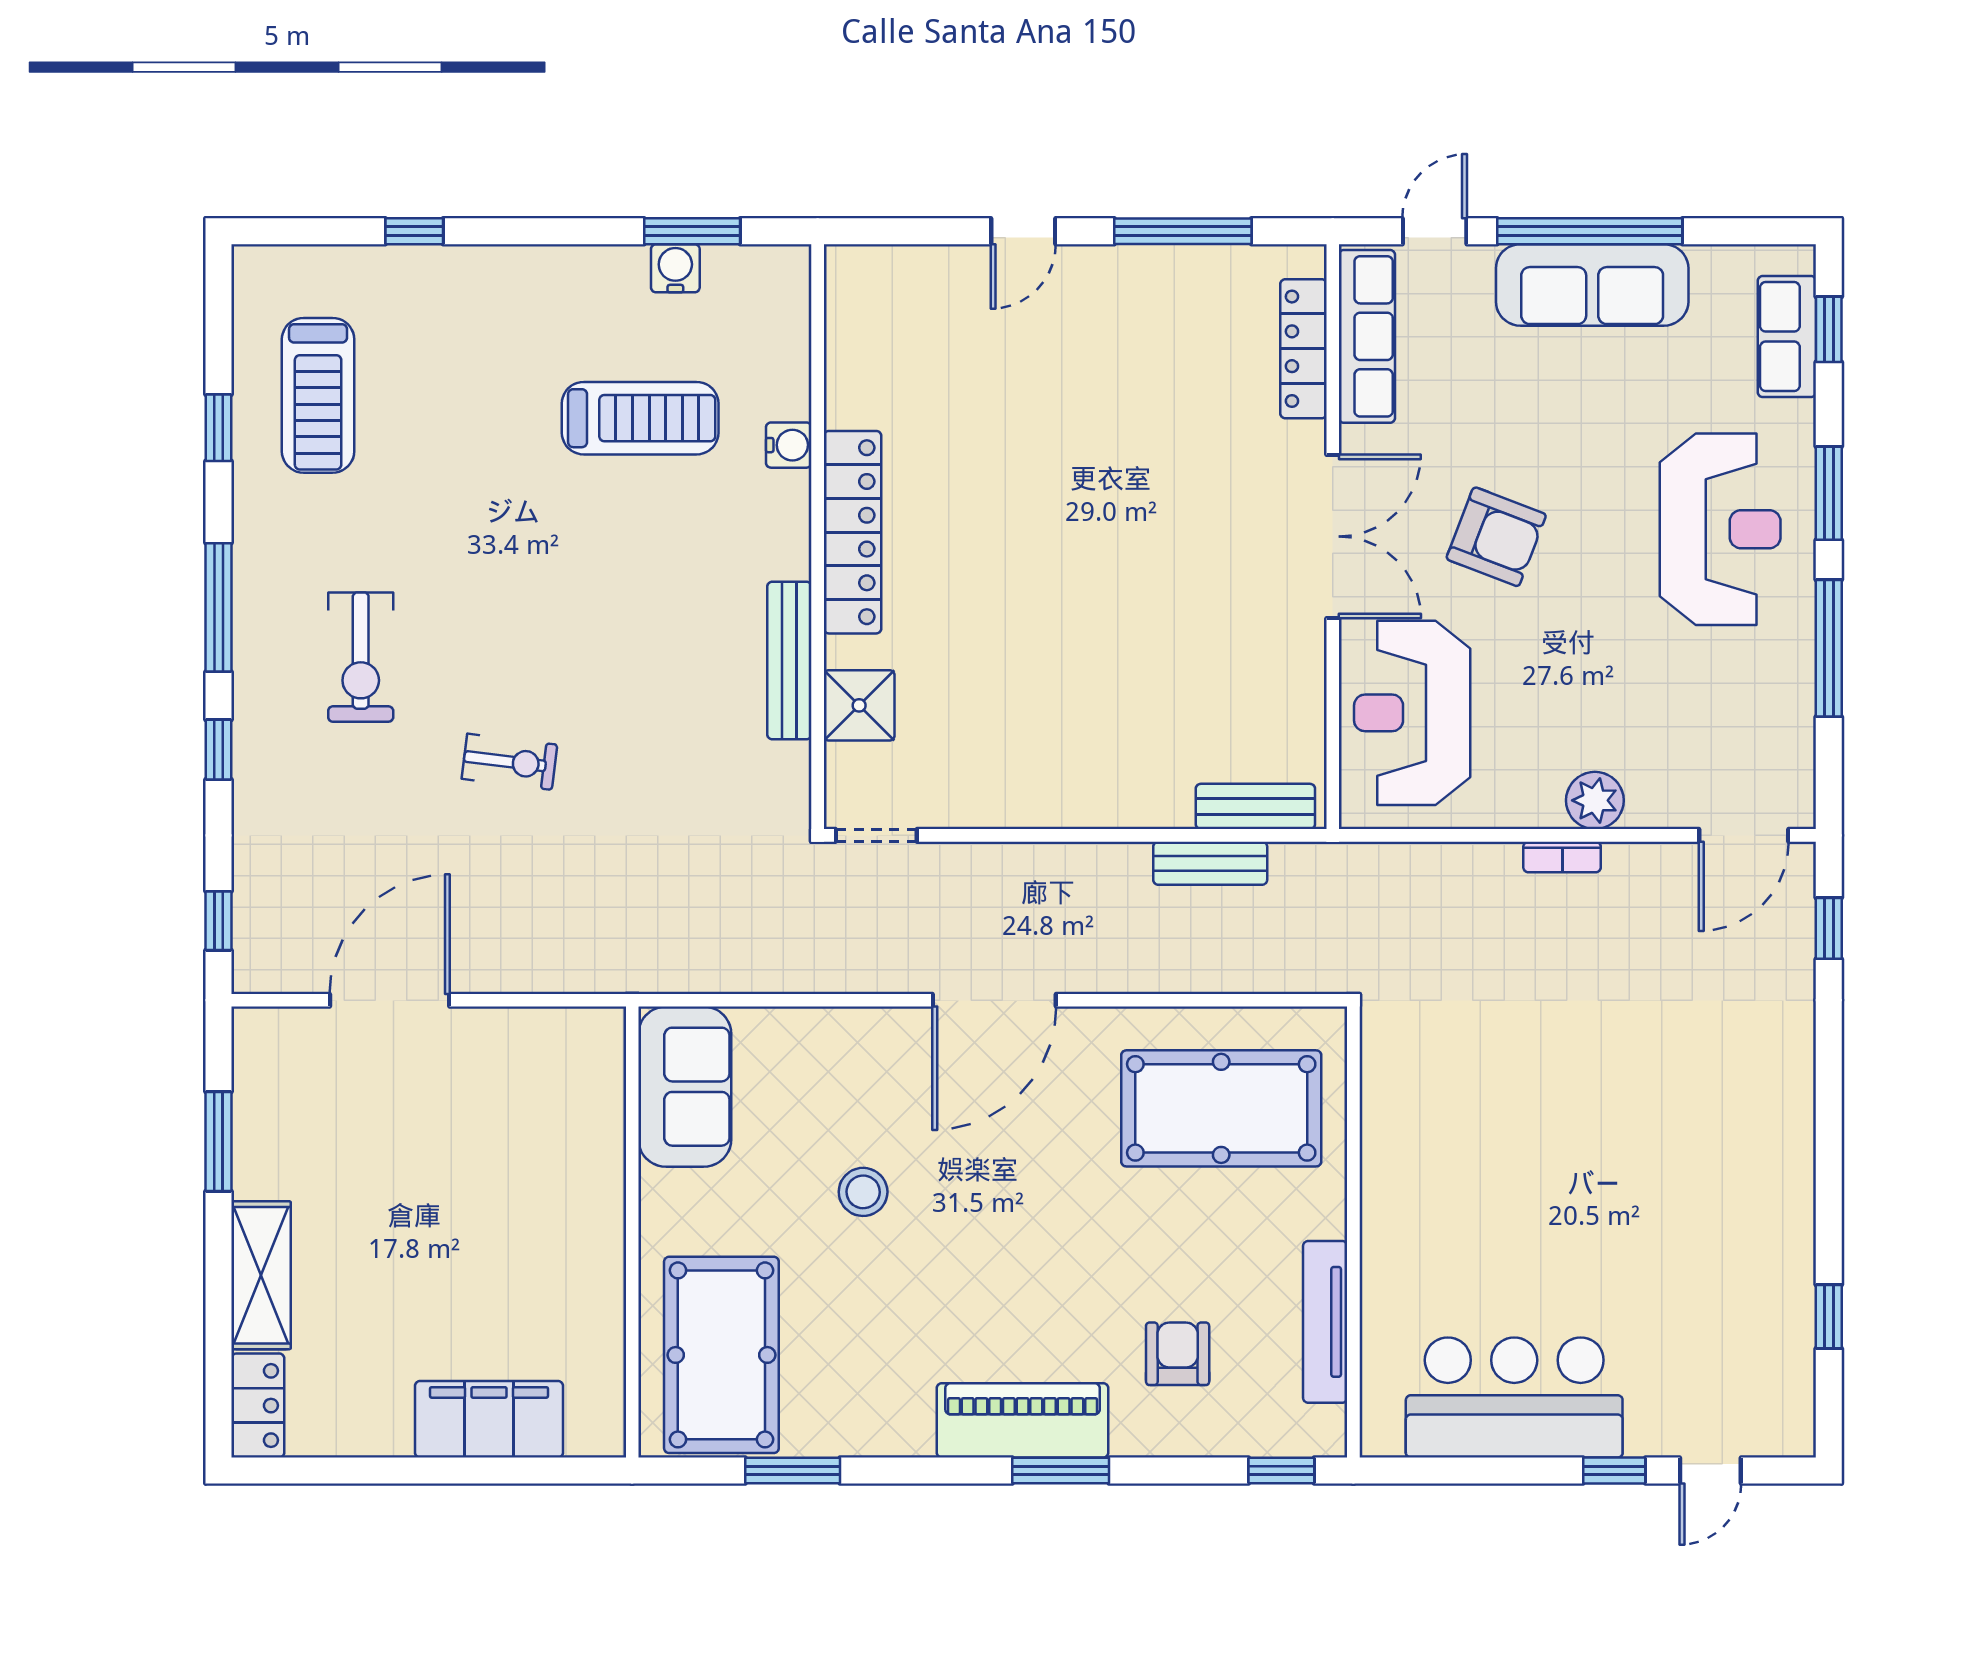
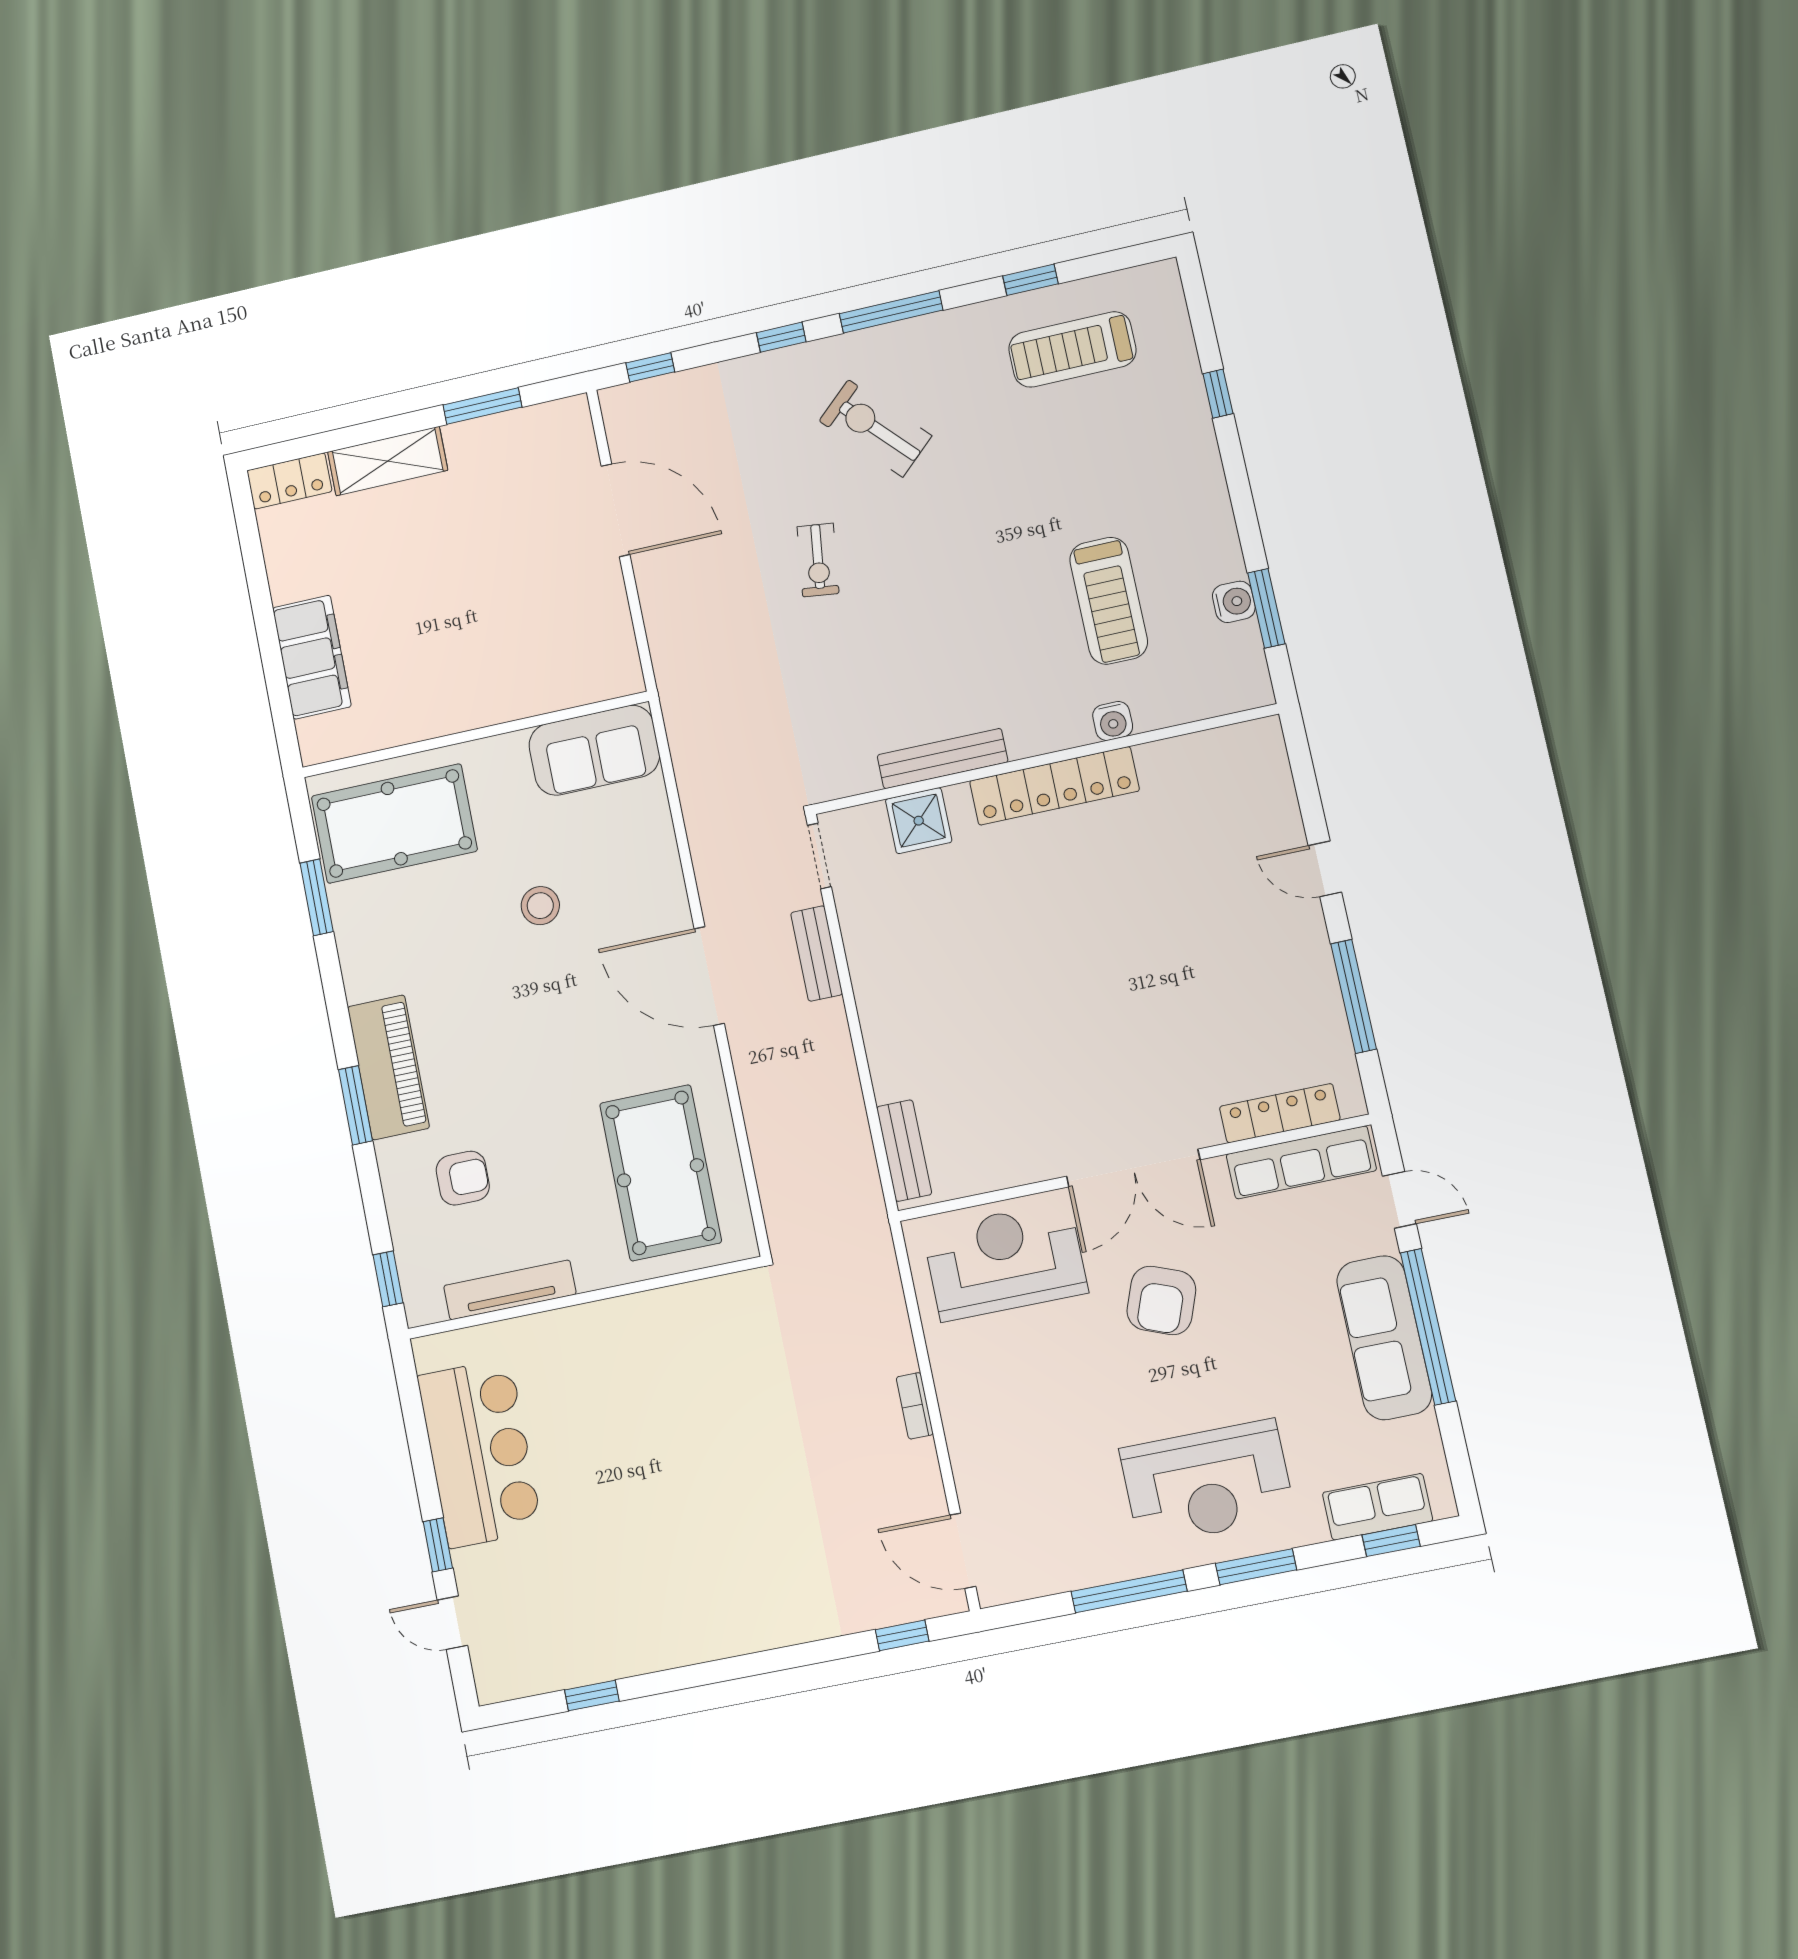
exercise bike: (361, 657) -> (875, 428), turned 47
plant: (1595, 800) -> (966, 1423), removed
bench: (1210, 863) -> (817, 954), moved

